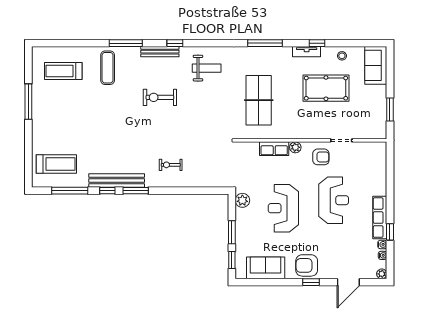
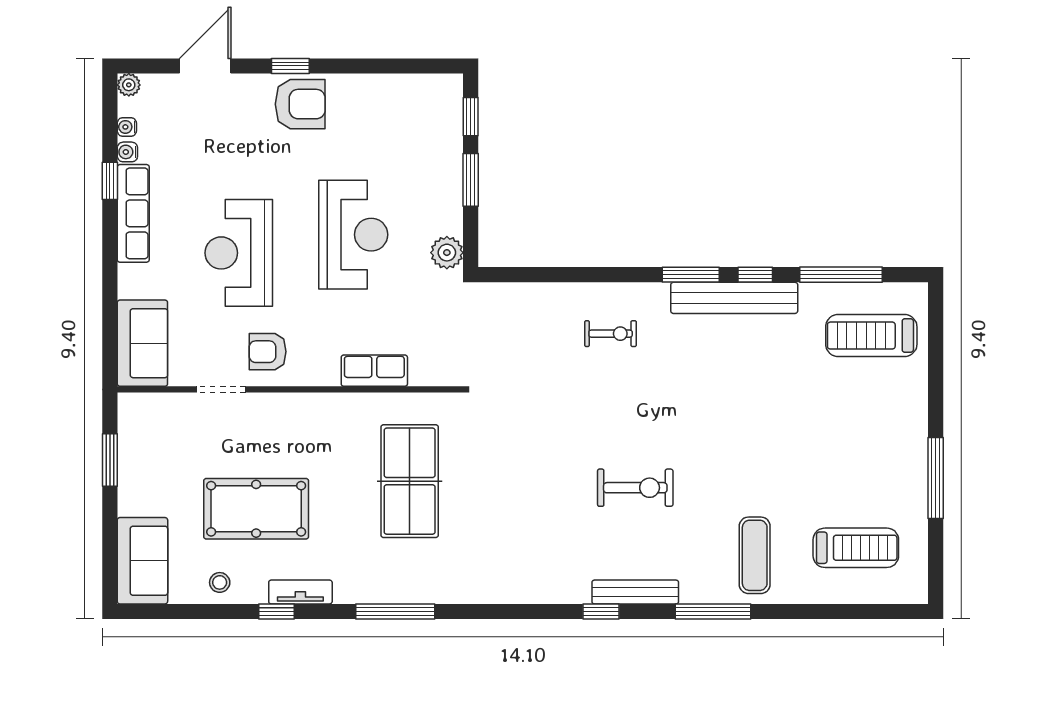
weight bench: (207, 68) -> (529, 555), removed
plant: (295, 147) -> (326, 374), removed
sofa: (266, 268) -> (142, 343), moved, turned -90

